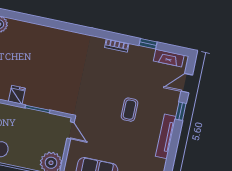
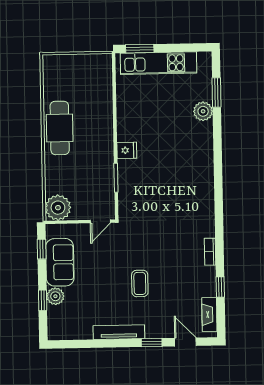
coffee table: (130, 110) -> (140, 283), turned 90

